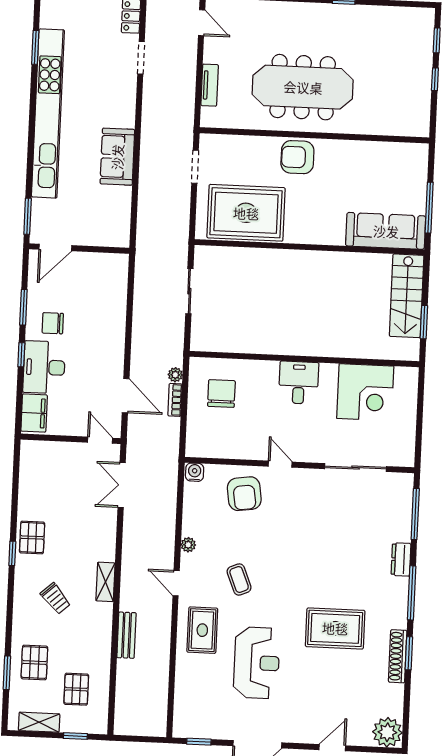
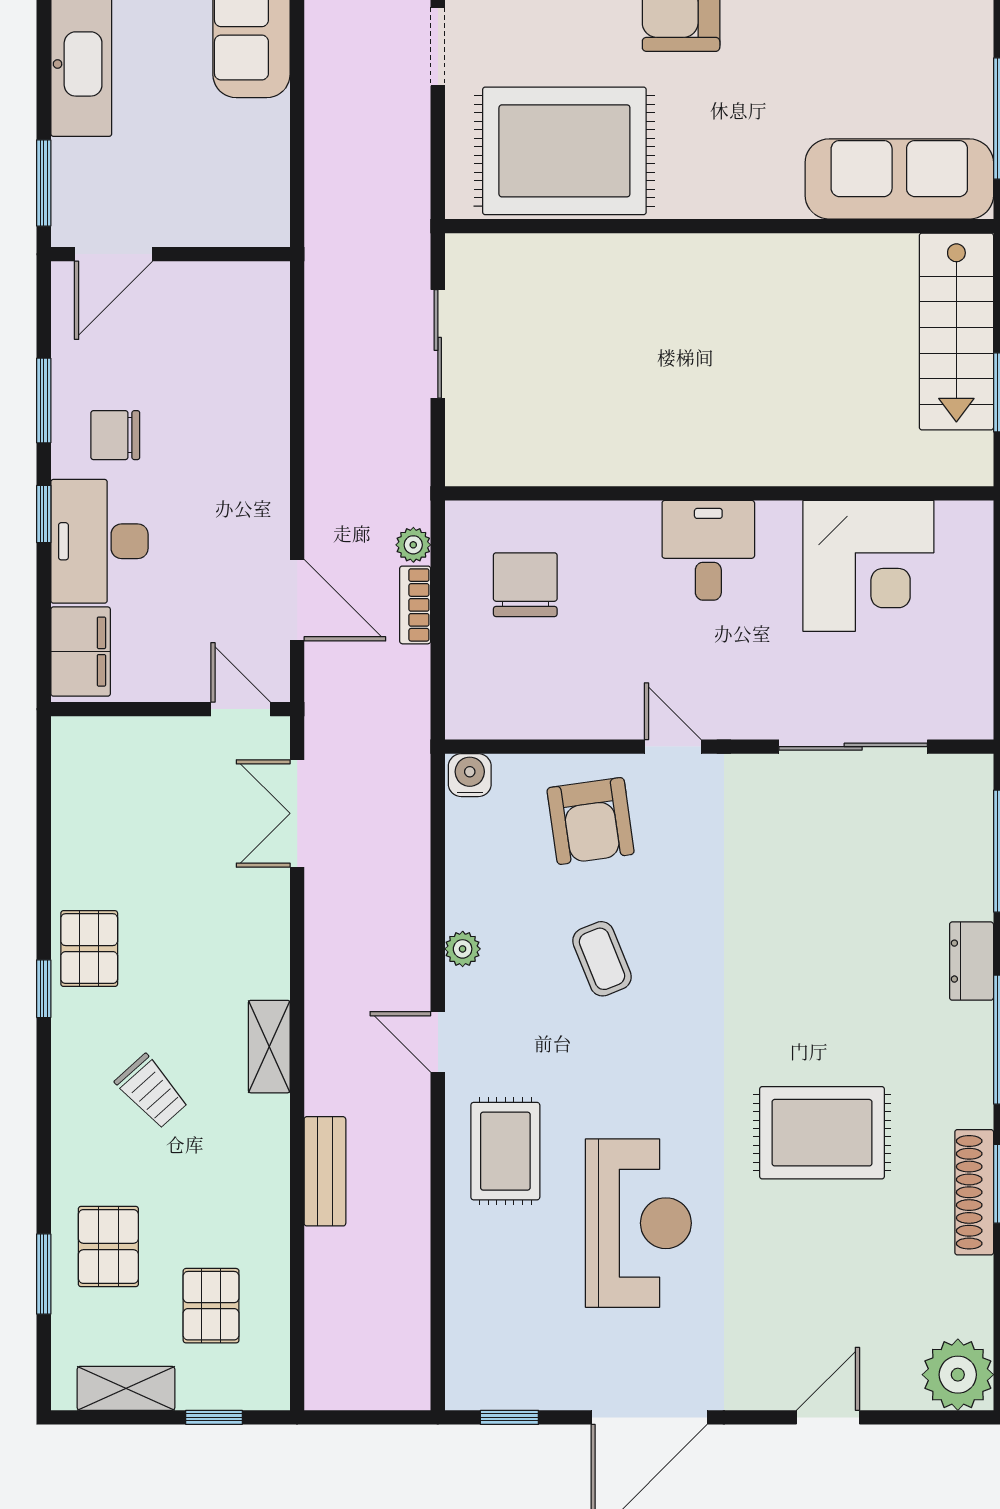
coffee table: (239, 579) -> (602, 959), moved

